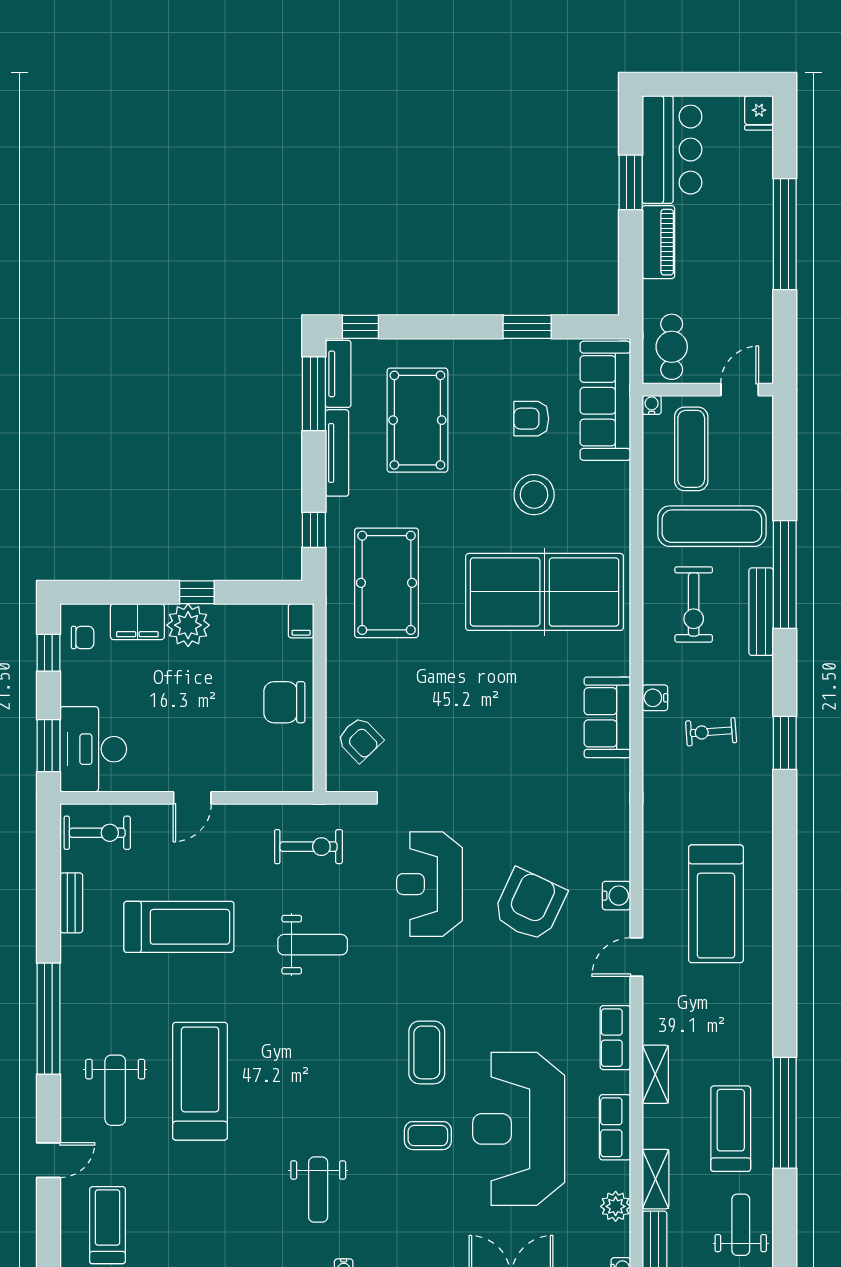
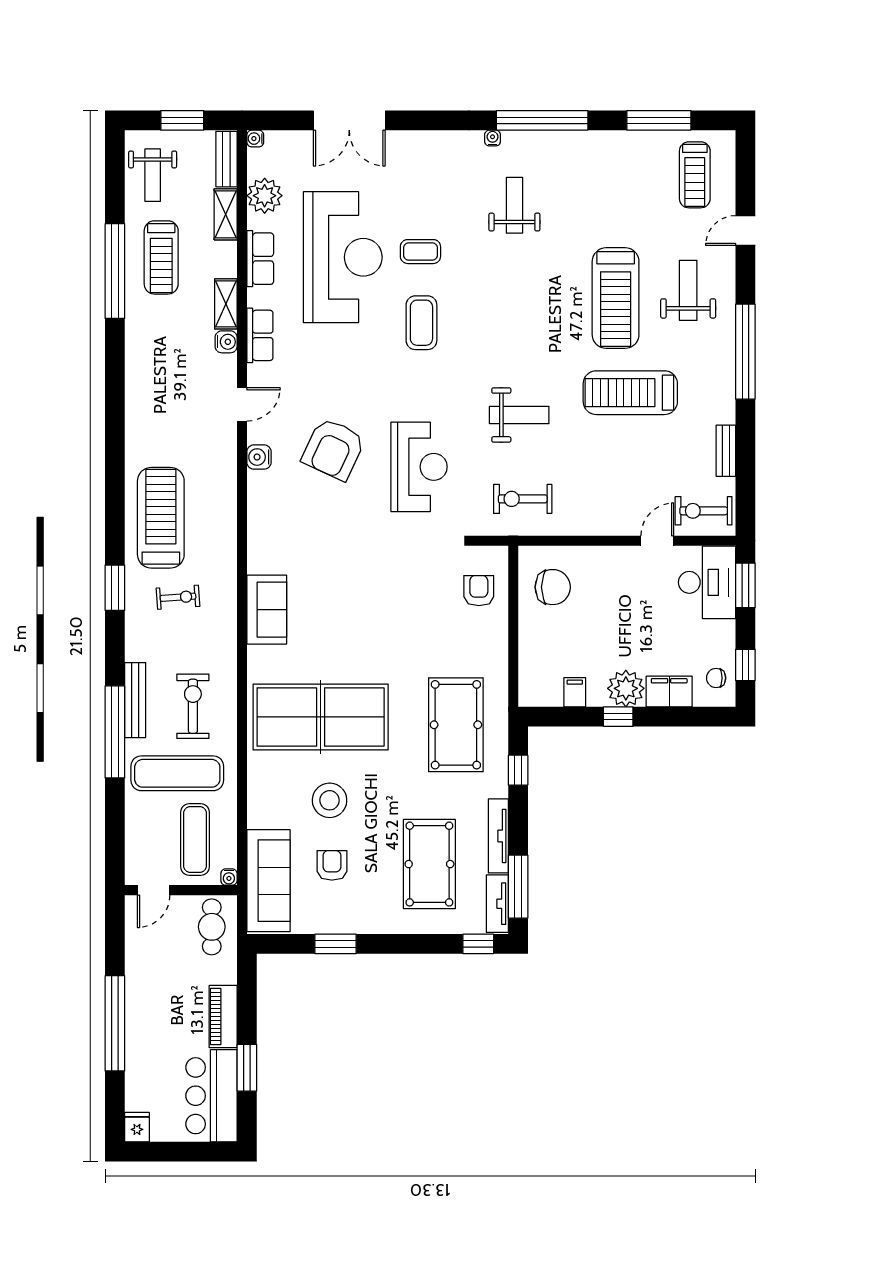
armchair: (531, 419) -> (332, 865), turned -90
filing cabinet: (301, 621) -> (575, 692), moved
water cooler: (655, 698) -> (226, 342), moved
chair: (284, 702) -> (553, 587), moved
armchair: (360, 740) -> (479, 591), turned 44
door: (192, 798) -> (657, 541), moved
treadmill: (716, 904) -> (161, 518), moved
treadmill: (179, 927) -> (630, 393), moved
weight bench: (313, 945) -> (519, 415), turned 180
plant: (616, 1206) -> (265, 196), width x1.36, depth x1.36

